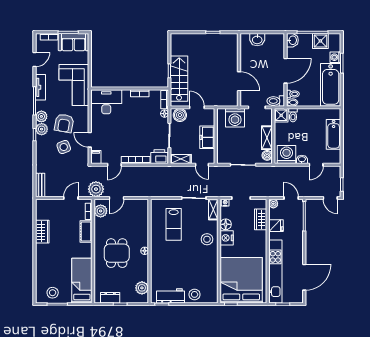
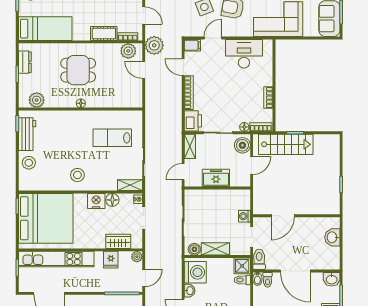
desk: (106, 102) -> (244, 54), moved, turned -90
washing machine: (235, 118) -> (244, 216), width x0.53, depth x0.53
stool: (207, 239) -> (77, 175), moved

